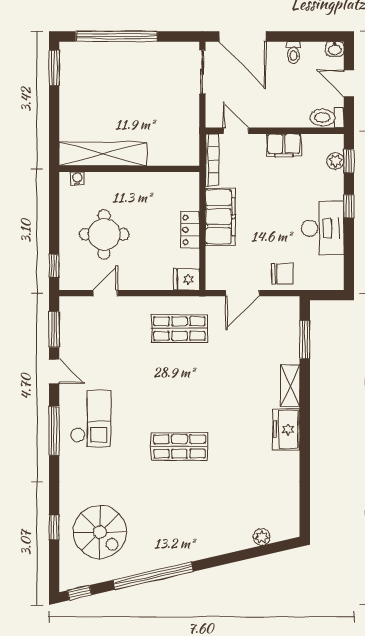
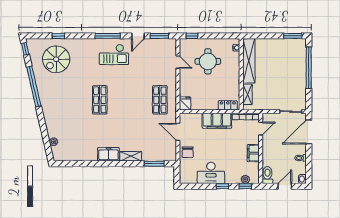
shelving: (169, 157) -> (247, 94), added
locker: (190, 230) -> (228, 105), moved

